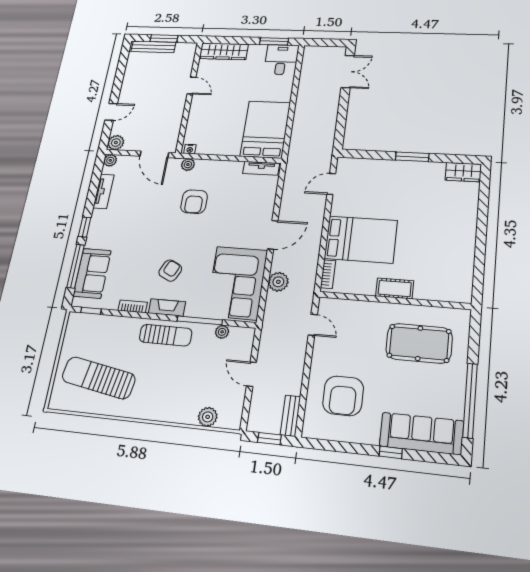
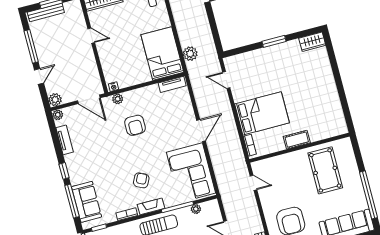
window: (119, 77) -> (31, 46), added
door: (331, 184) -> (226, 80), hinge flipped
plant: (278, 282) -> (190, 54), moved
pool table: (419, 343) -> (325, 170), turned 90

